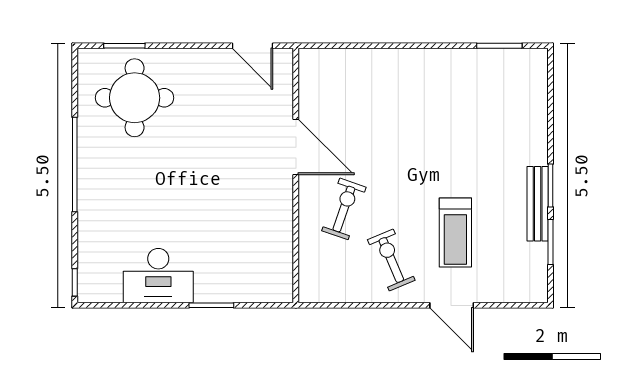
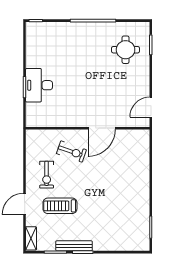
round table: (135, 98) -> (126, 50), width x0.73, depth x0.73
exercise bike: (391, 260) -> (47, 175), turned 113
desk: (158, 276) -> (39, 85), moved
shelving: (522, 292) -> (31, 238), added

